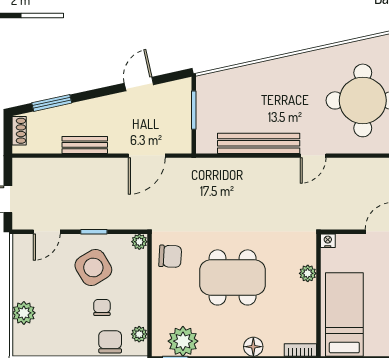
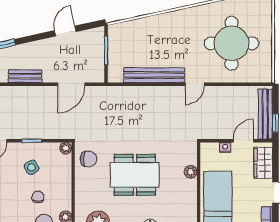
nightstand: (328, 241) -> (225, 147), moved
side table: (93, 268) -> (31, 167), width x0.54, depth x0.54

